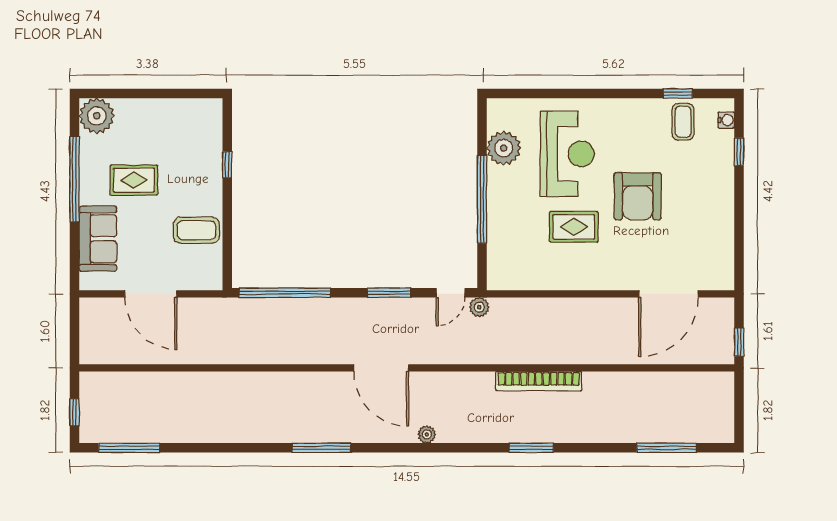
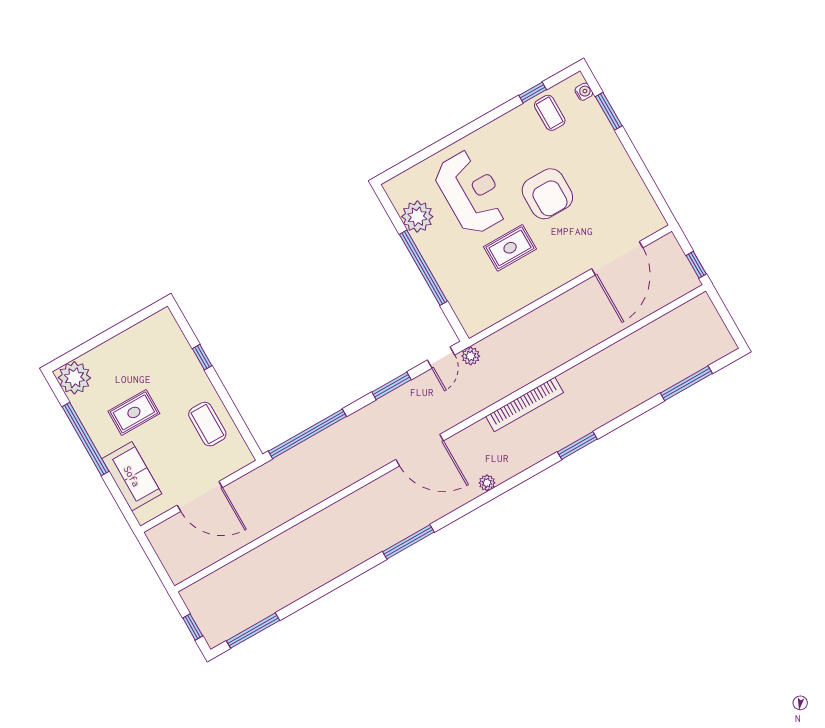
window: (739, 152) -> (609, 111), width x1.50
coffee table: (196, 230) -> (207, 424), turned 90
bookcase: (539, 381) -> (525, 404), moved

